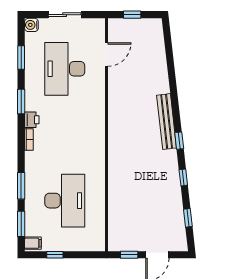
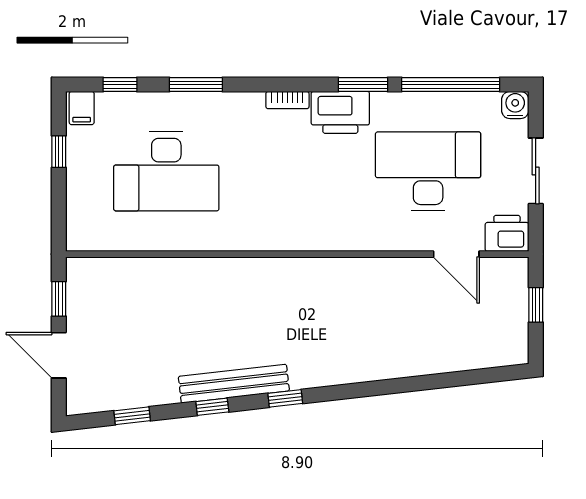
printer: (96, 29) -> (507, 233), added
window: (21, 57) -> (451, 85), width x2.11
printer: (32, 120) -> (340, 112), width x1.87, depth x1.48
bench: (167, 122) -> (234, 384), moved
window: (21, 224) -> (120, 85), width x0.67

